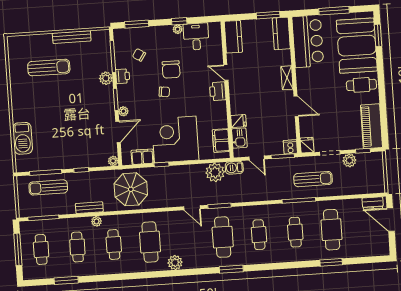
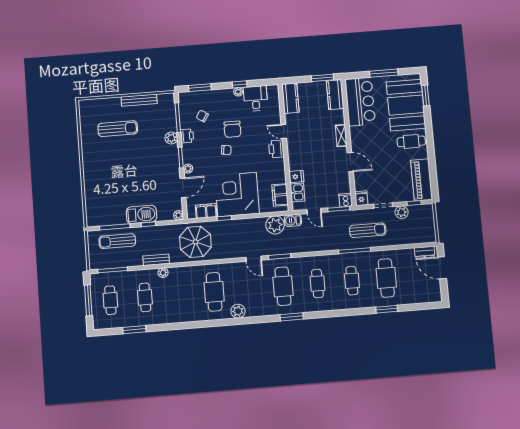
barbecue: (23, 138) -> (141, 214), moved, turned -90
cafe table: (114, 245) -> (180, 295), removed

